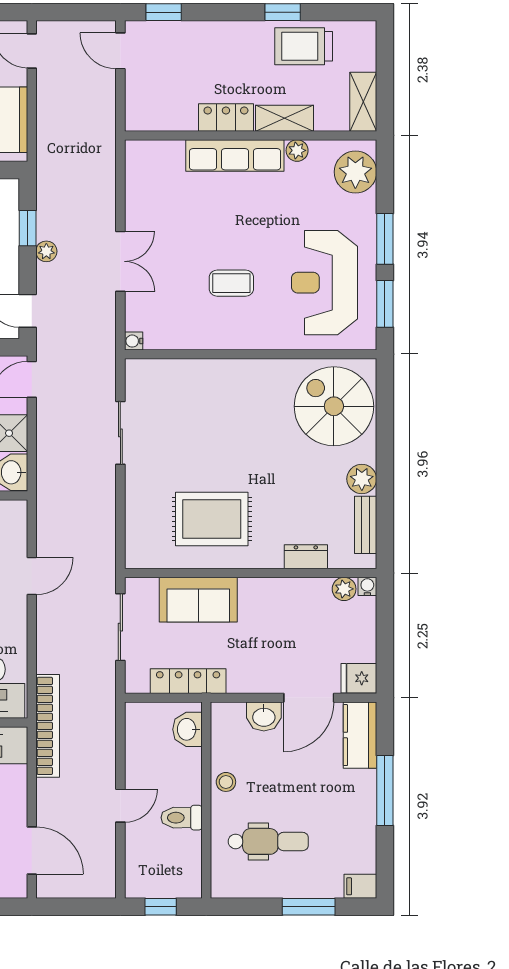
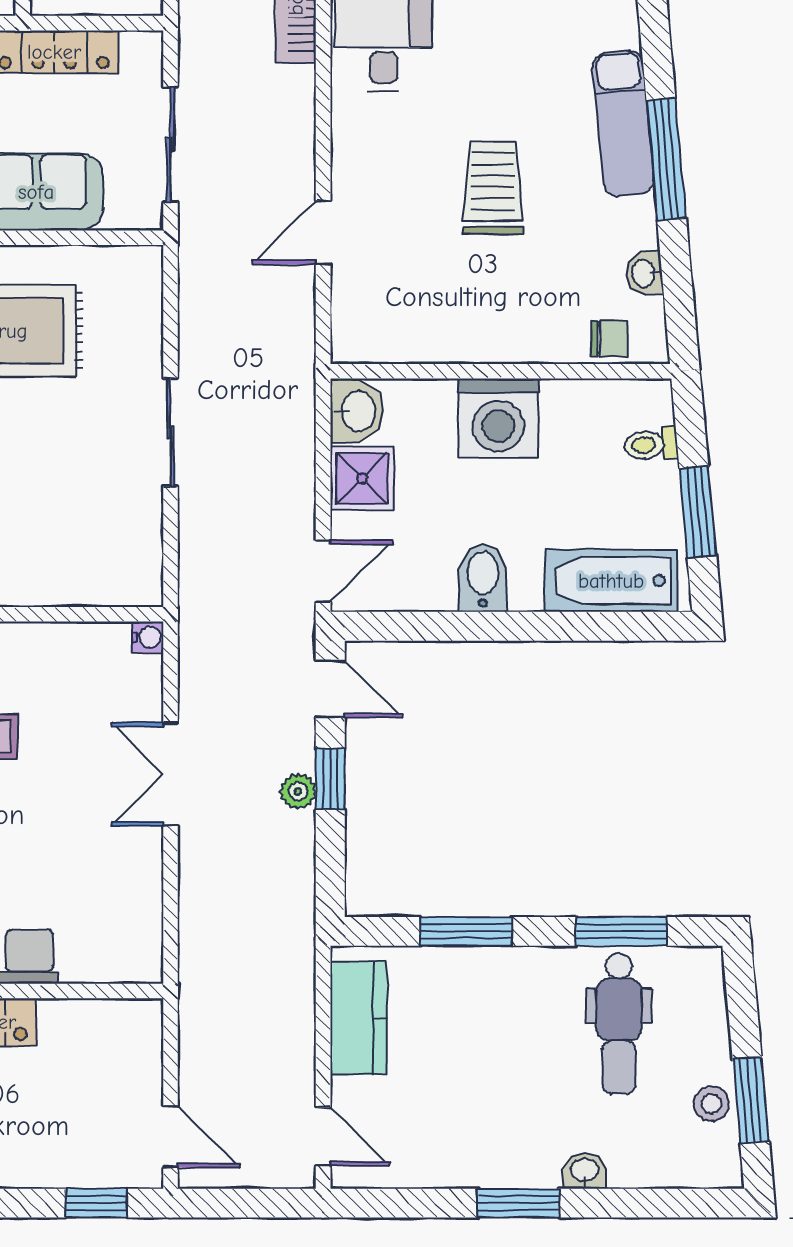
window: (28, 228) -> (330, 779), moved
sliding door: (120, 433) -> (171, 432), moved

